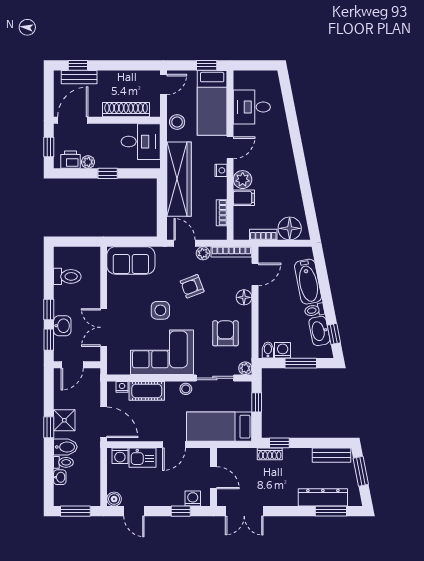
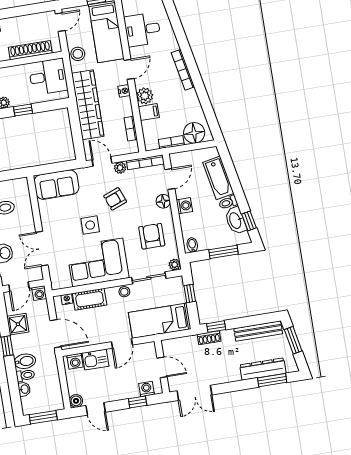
bookcase: (289, 158) -> (183, 70), added
washing machine: (283, 350) -> (184, 206), moved, turned 90
washing machine: (93, 375) -> (39, 293), added
shower: (64, 420) -> (18, 324), moved
bench: (331, 455) -> (258, 331), width x1.36

